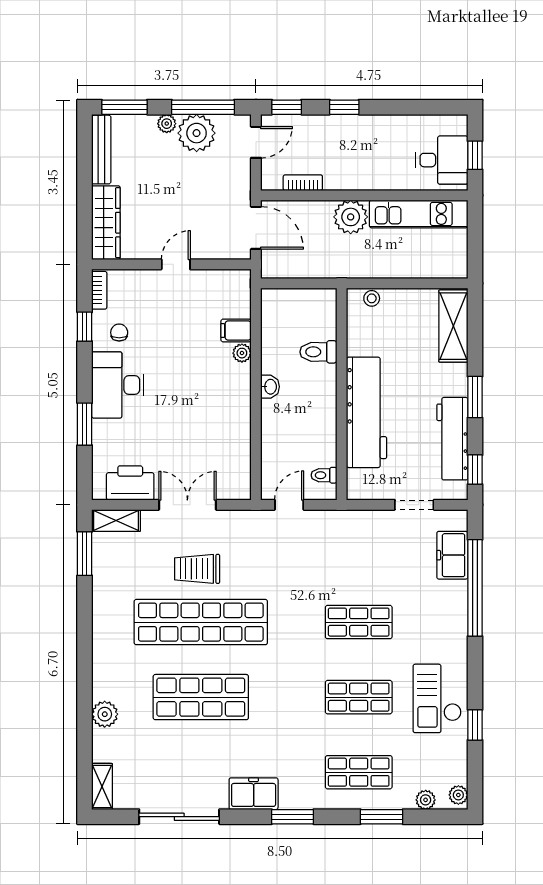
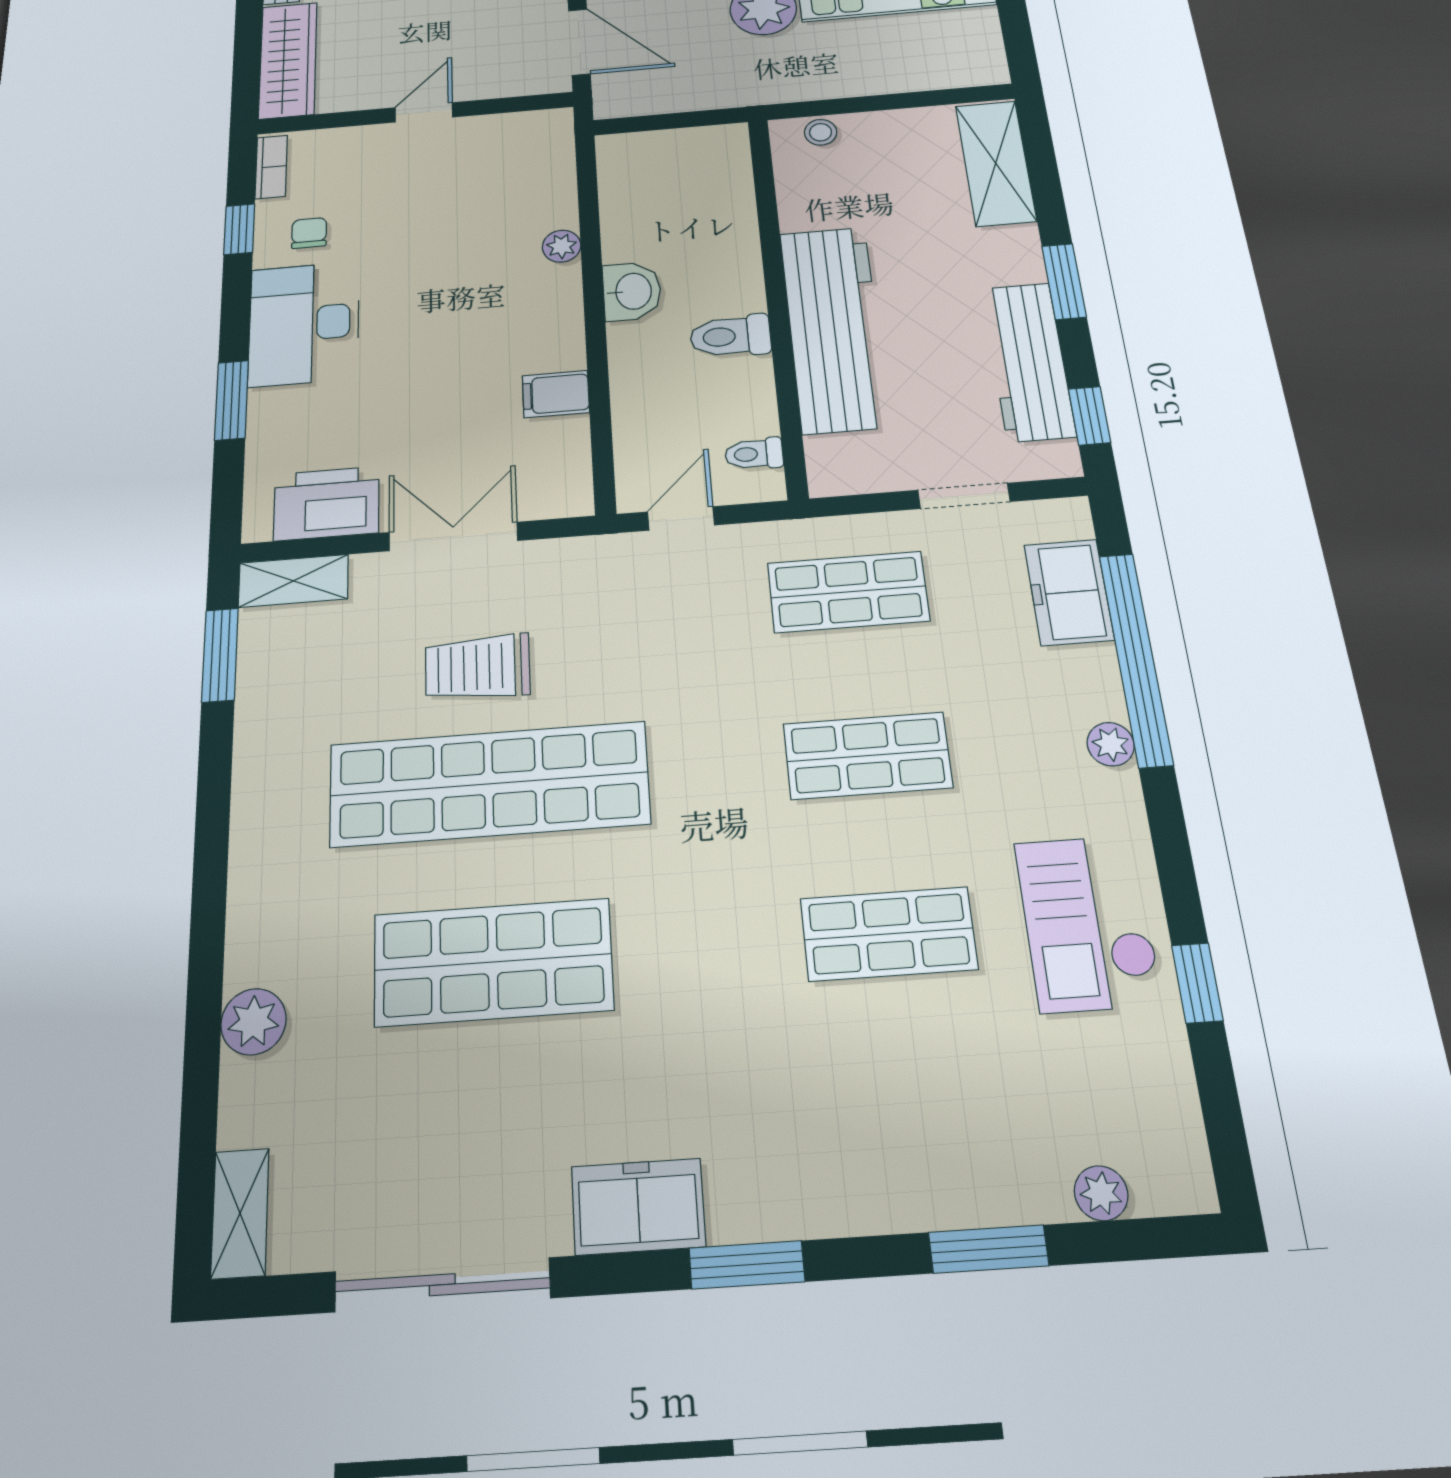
filing cabinet: (236, 330) -> (556, 394), moved
toilet: (318, 352) -> (730, 336), moved
washbasin: (270, 387) -> (632, 291), width x1.38, depth x1.45
shop shelf: (359, 772) -> (848, 592), moved
plant: (458, 795) -> (1111, 744), moved

